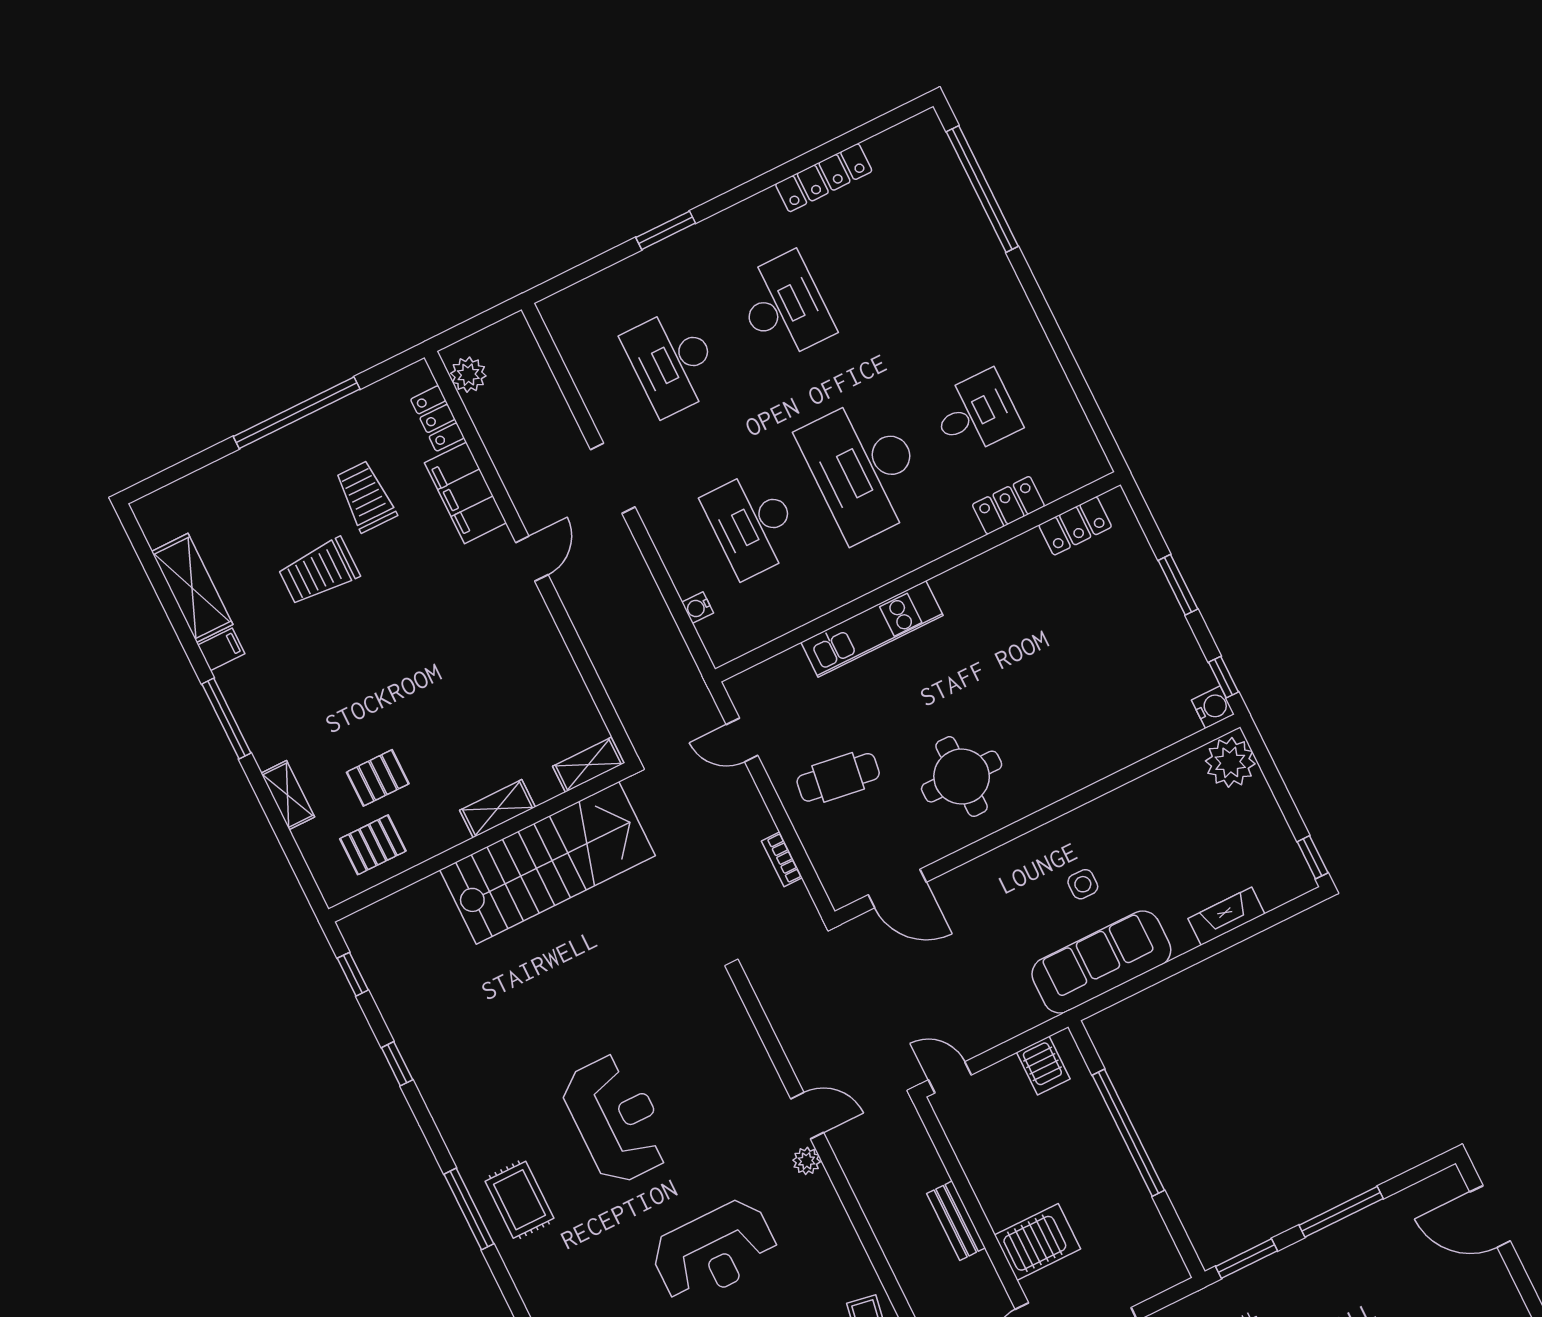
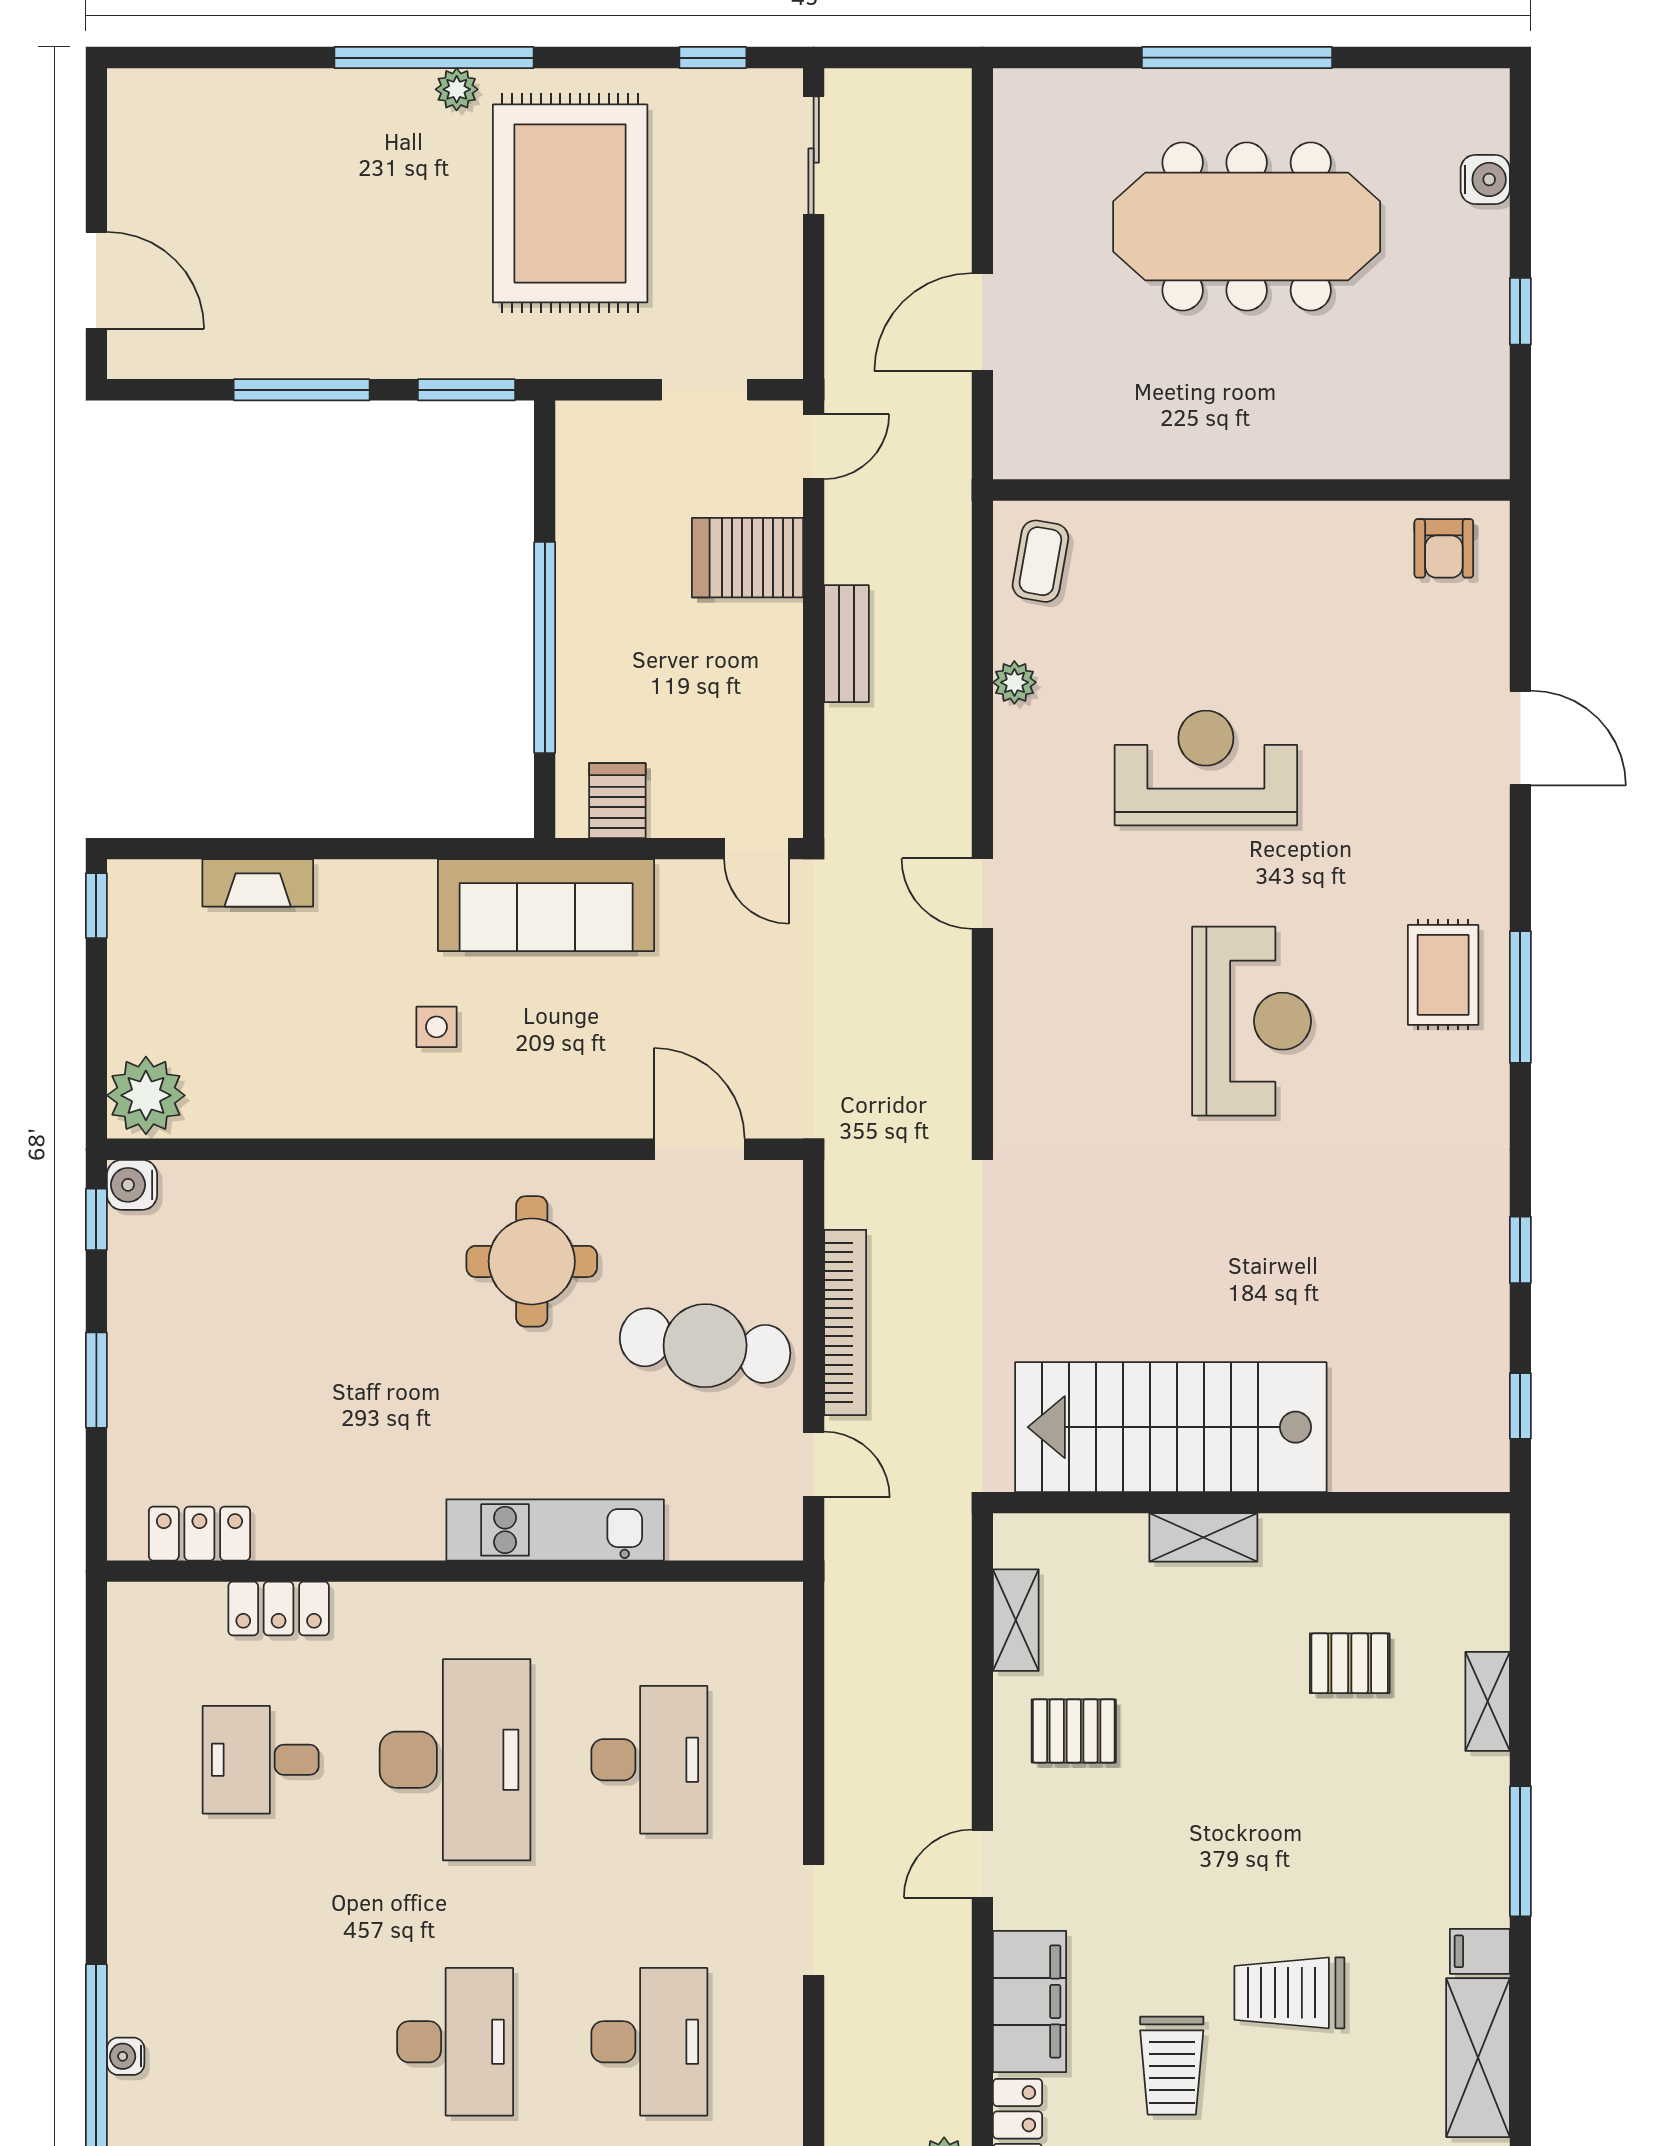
desk: (784, 307) -> (455, 2042), turned 180
trolley: (319, 572) -> (1289, 1993), turned 180
water cooler: (698, 608) -> (126, 2056), moved, turned 180
shelving: (588, 765) -> (1016, 1620), moved, turned 90
cafe table: (838, 777) -> (705, 1346), width x1.37, depth x1.35
pallet: (373, 845) -> (1074, 1731), moved
bookcase: (782, 859) -> (845, 1322), width x2.31, depth x1.31
sofa: (1101, 962) -> (546, 905), moved
reception desk: (616, 1119) -> (1252, 1021), turned 180
plant: (807, 1161) -> (1014, 682), moved

